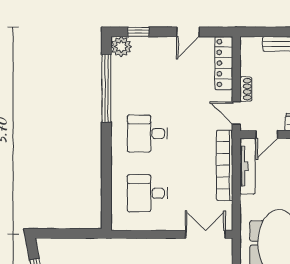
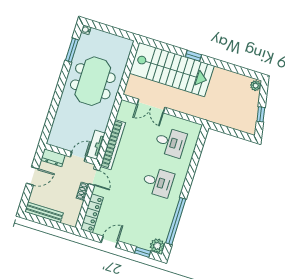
tv unit: (247, 166) -> (96, 145), width x0.71
double door: (205, 234) -> (151, 106), moved

